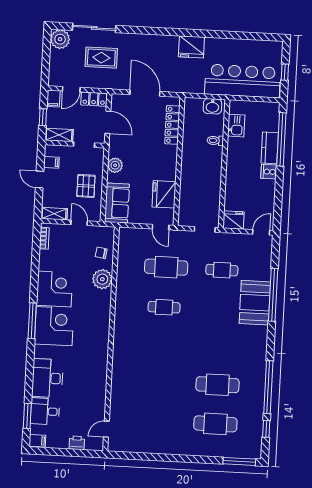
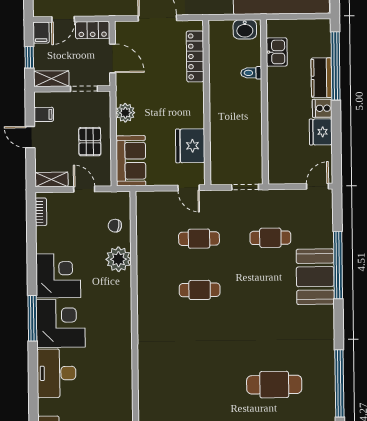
fridge: (233, 220) -> (321, 132), moved, turned -90
cafe table: (166, 267) -> (199, 239), width x0.73, depth x0.74
desk: (48, 378) -> (56, 373), moved

